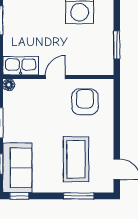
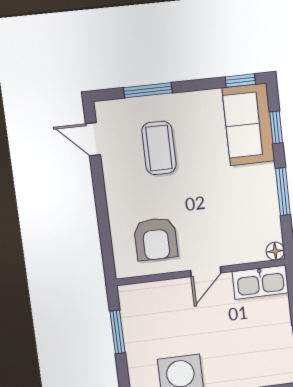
coffee table: (76, 159) -> (159, 148), width x0.73, depth x0.76

